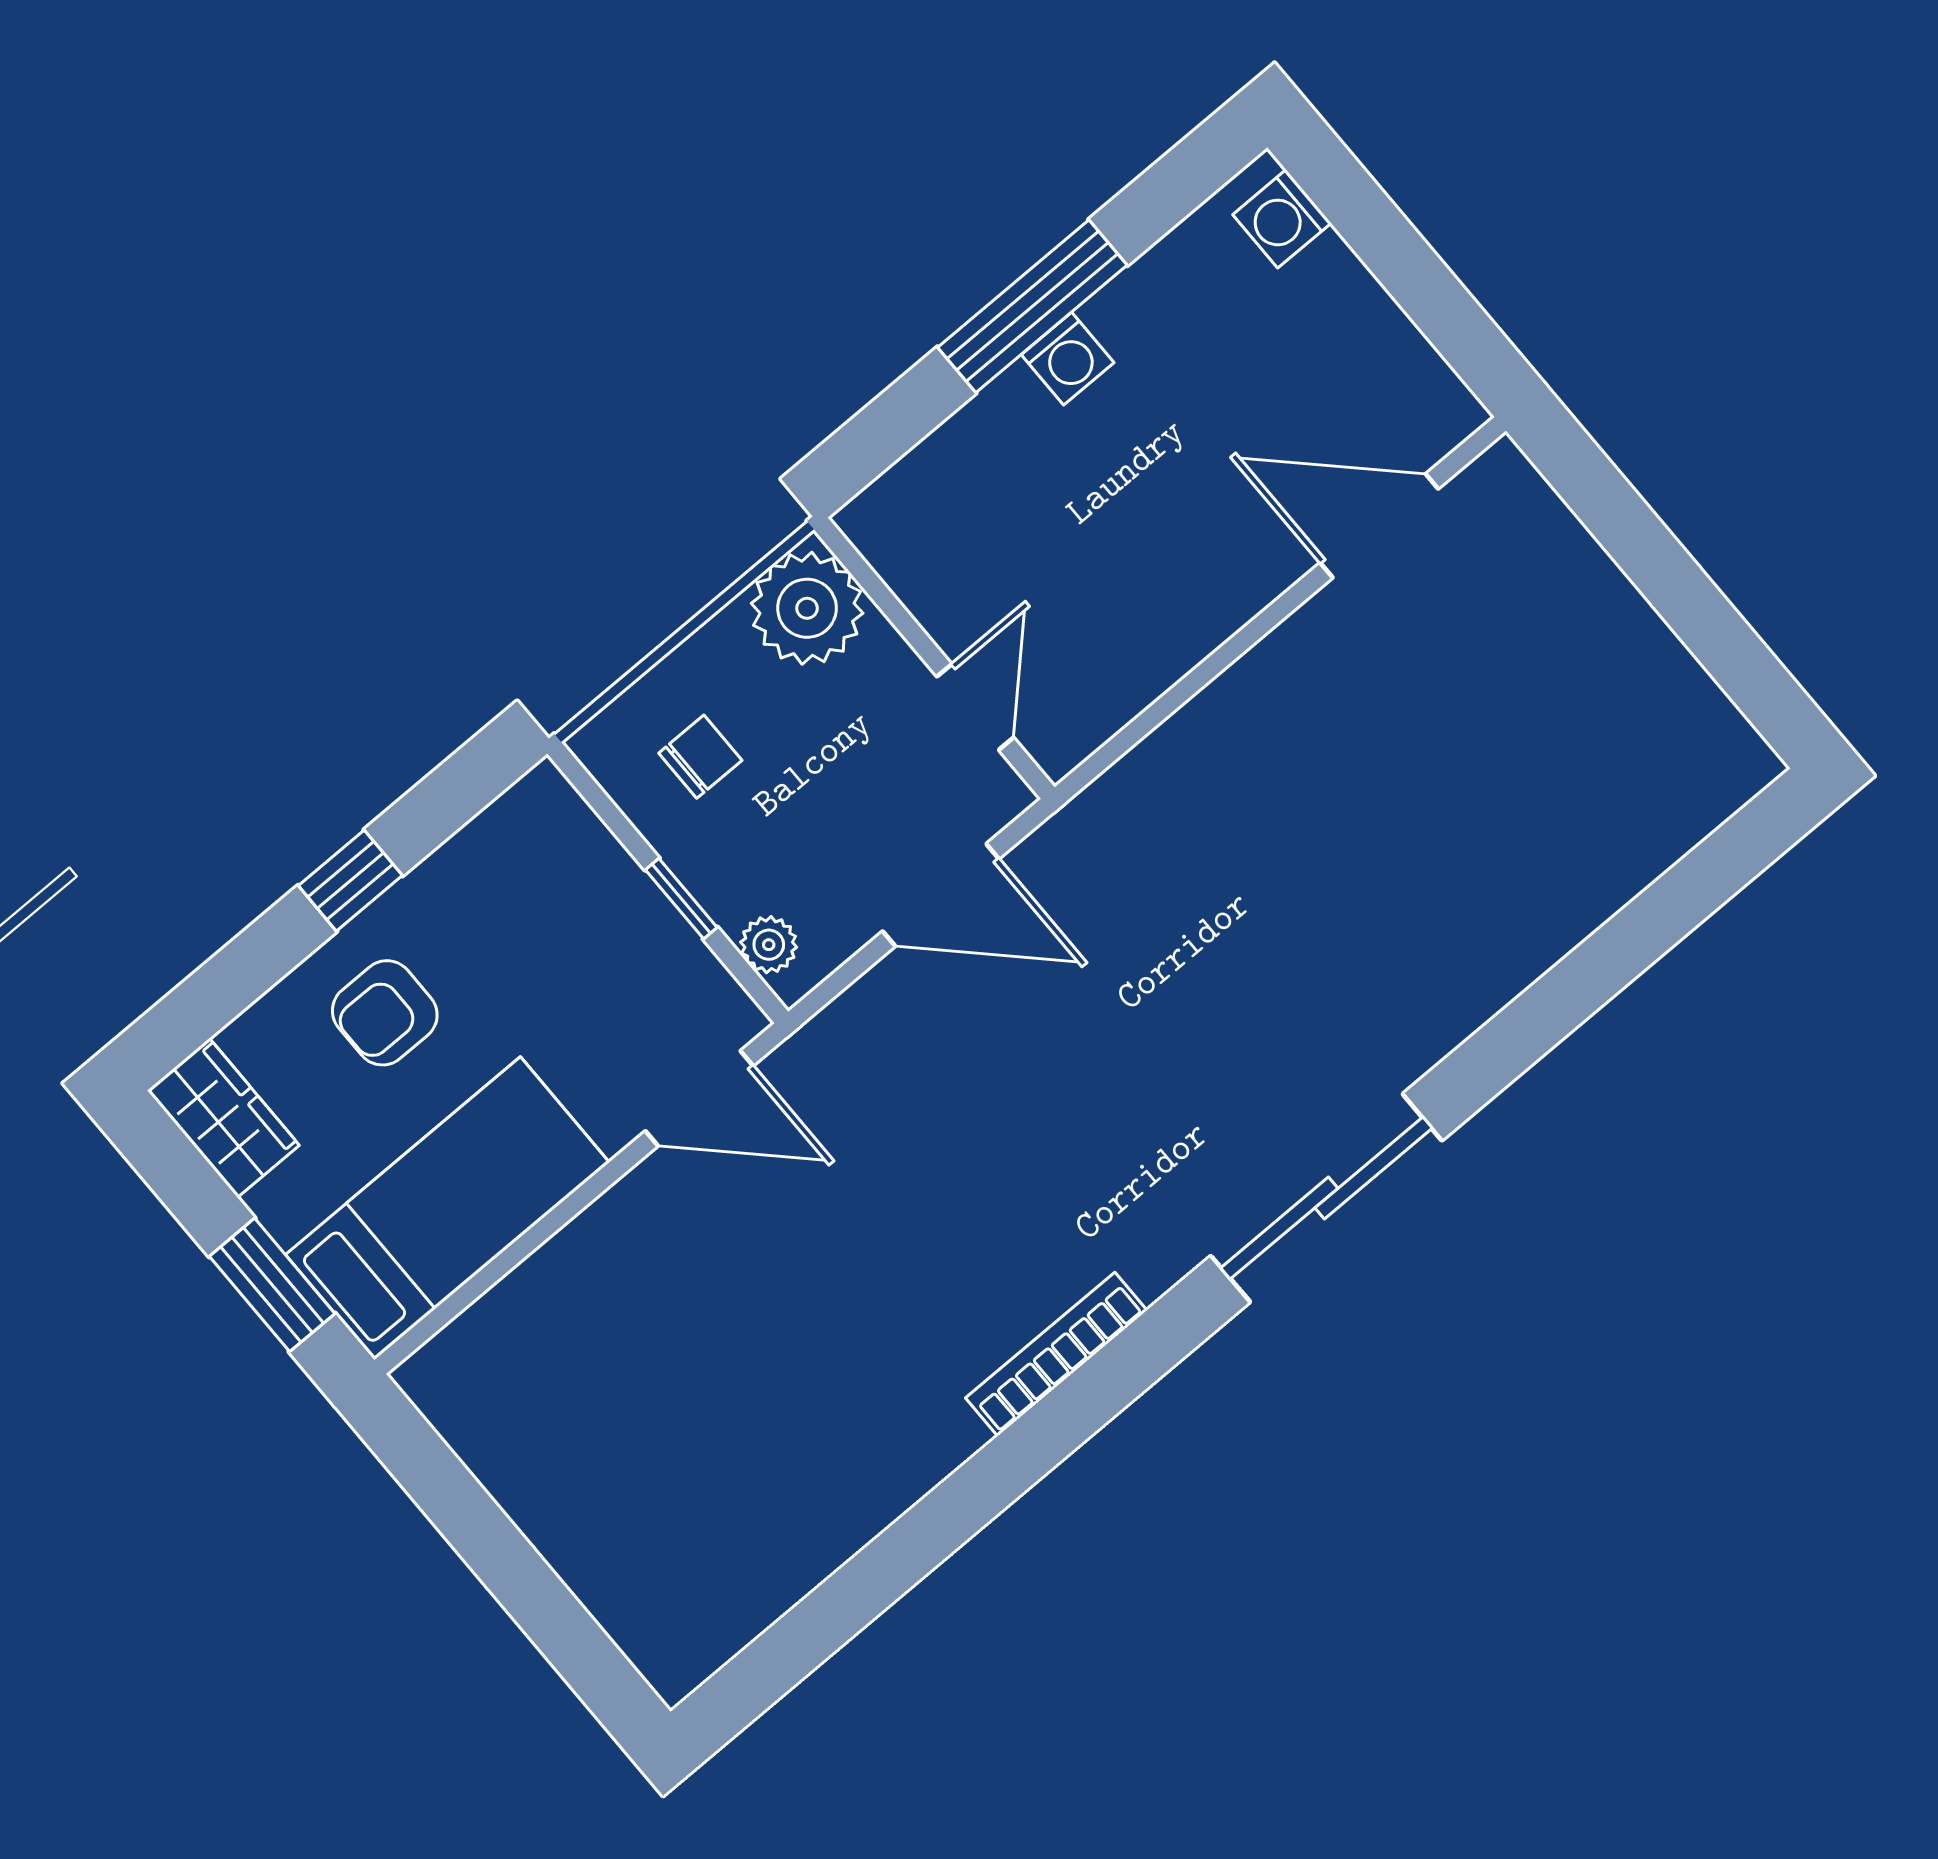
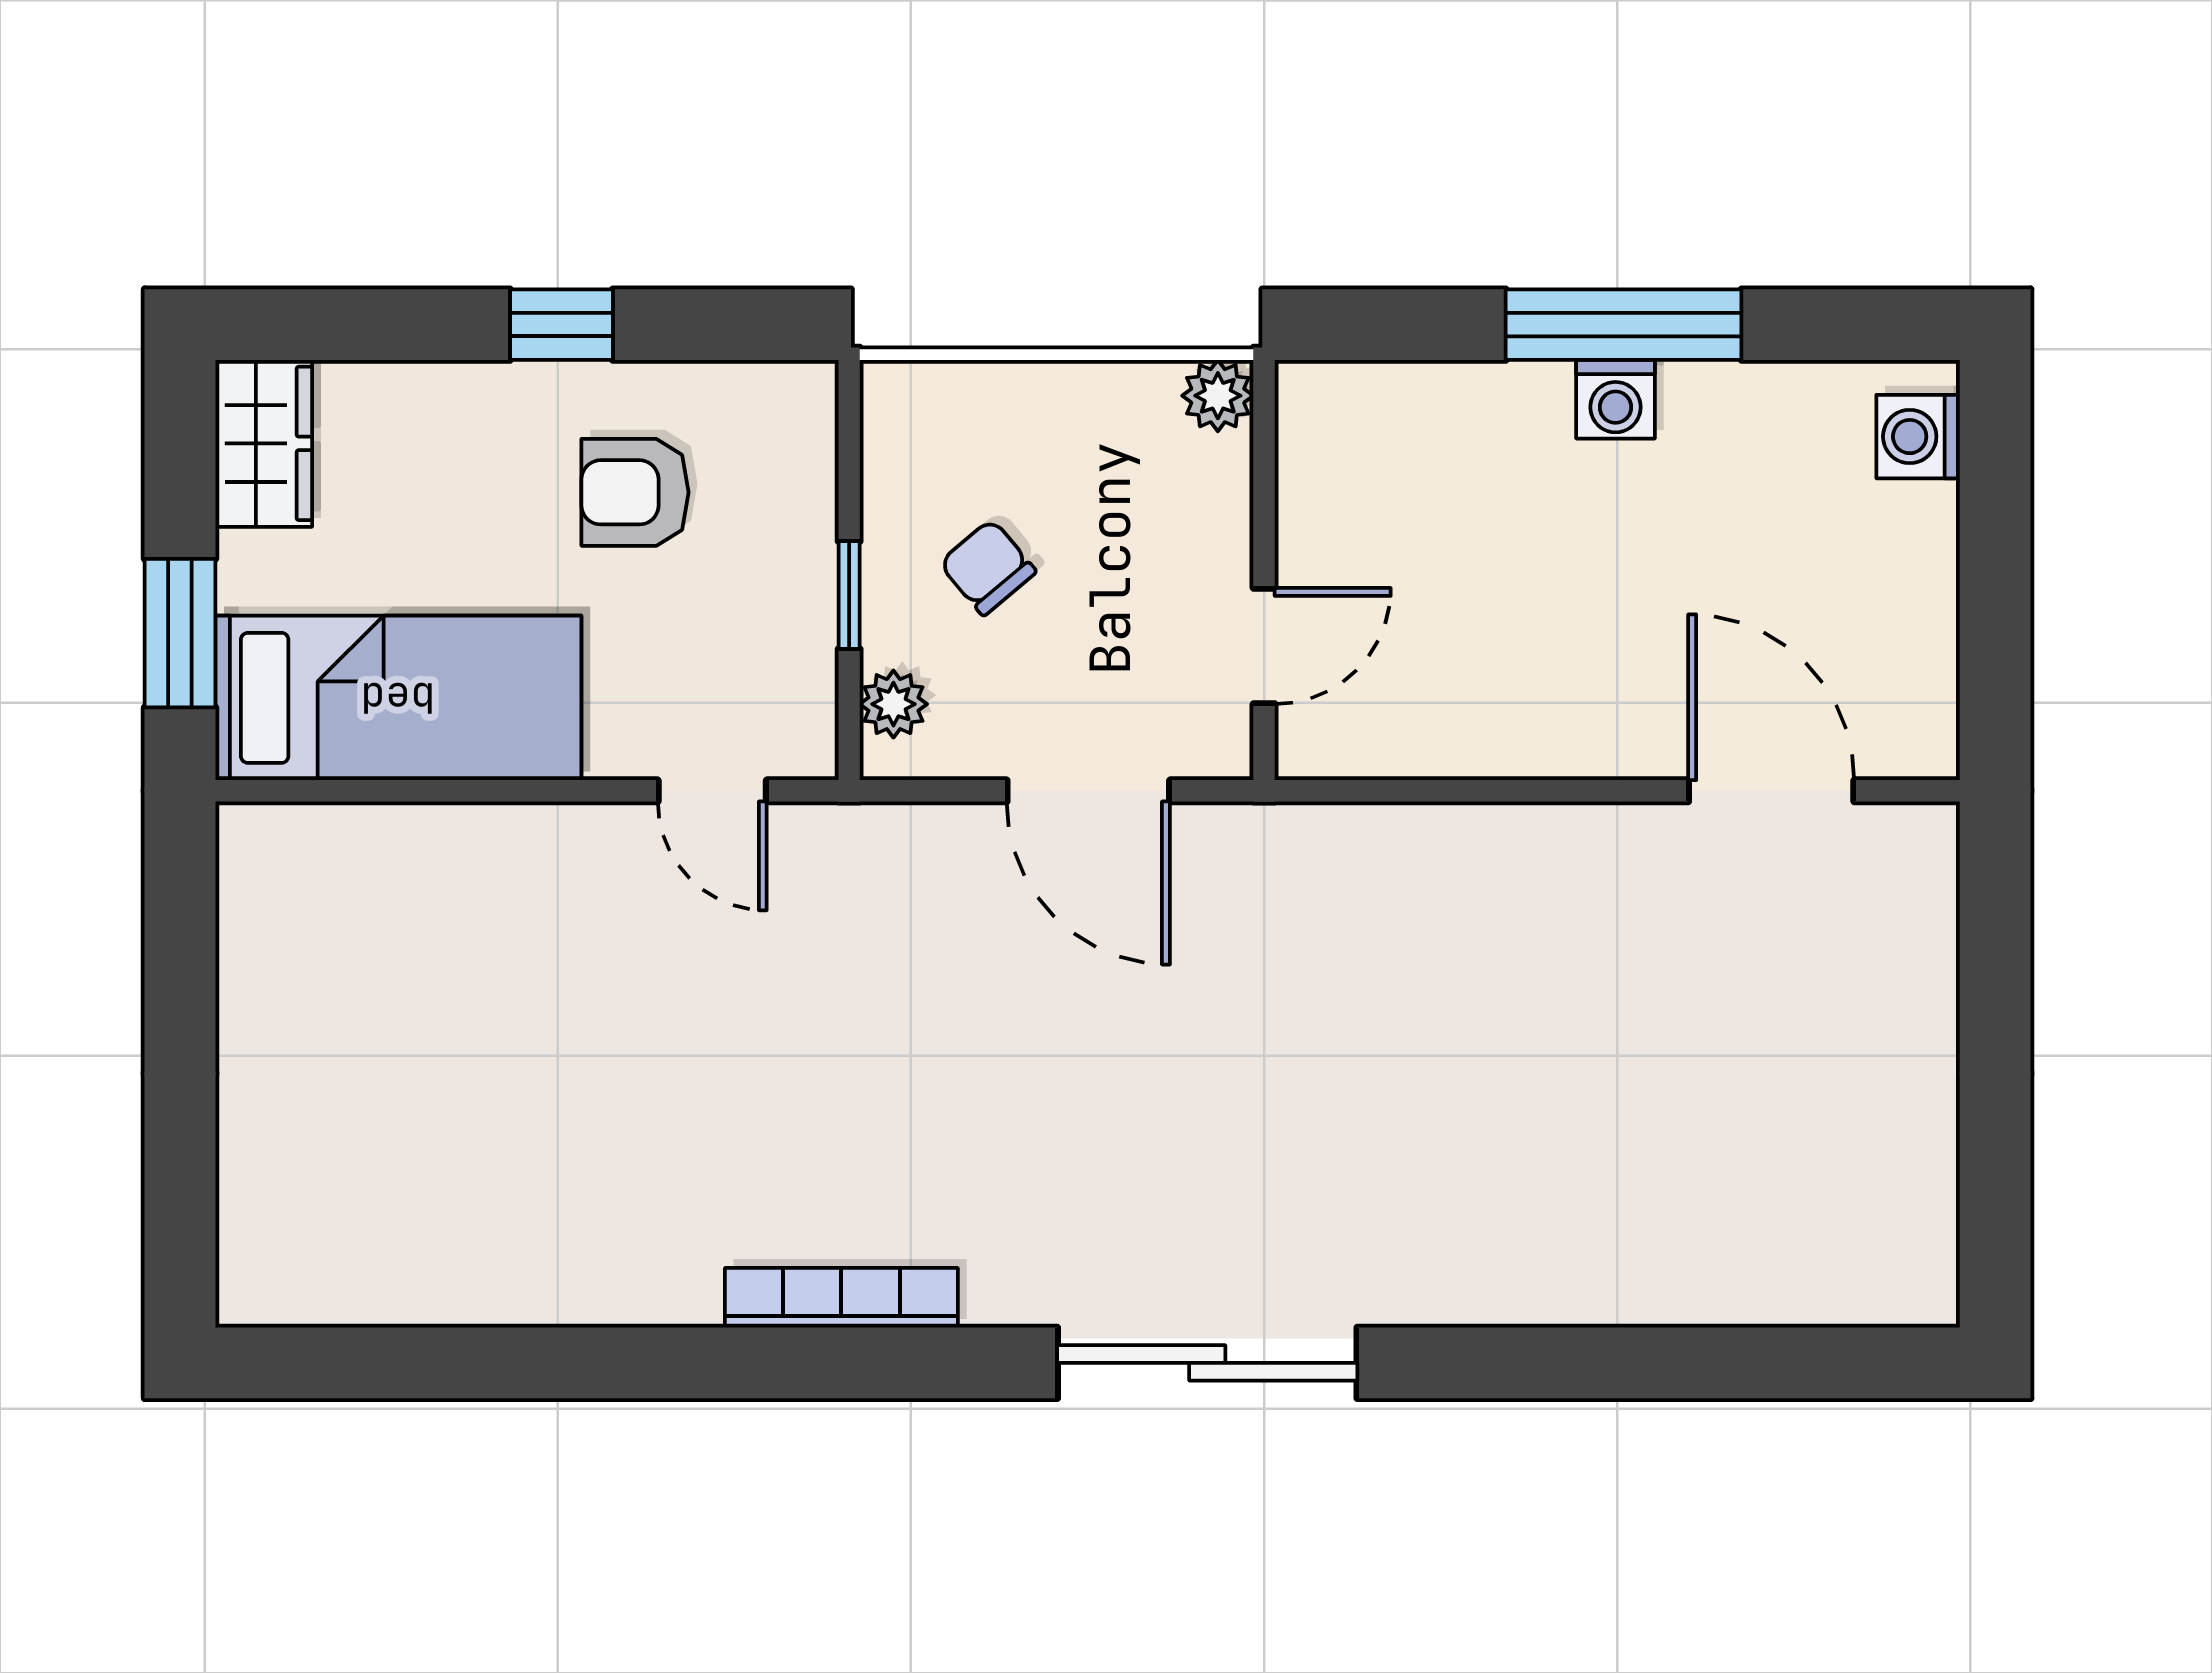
plant: (807, 608) -> (1218, 396), width x0.53, depth x0.53
chair: (700, 757) -> (988, 567), moved, turned -130
armchair: (385, 1013) -> (635, 492), moved
door: (699, 1098) -> (712, 791), width x0.73

